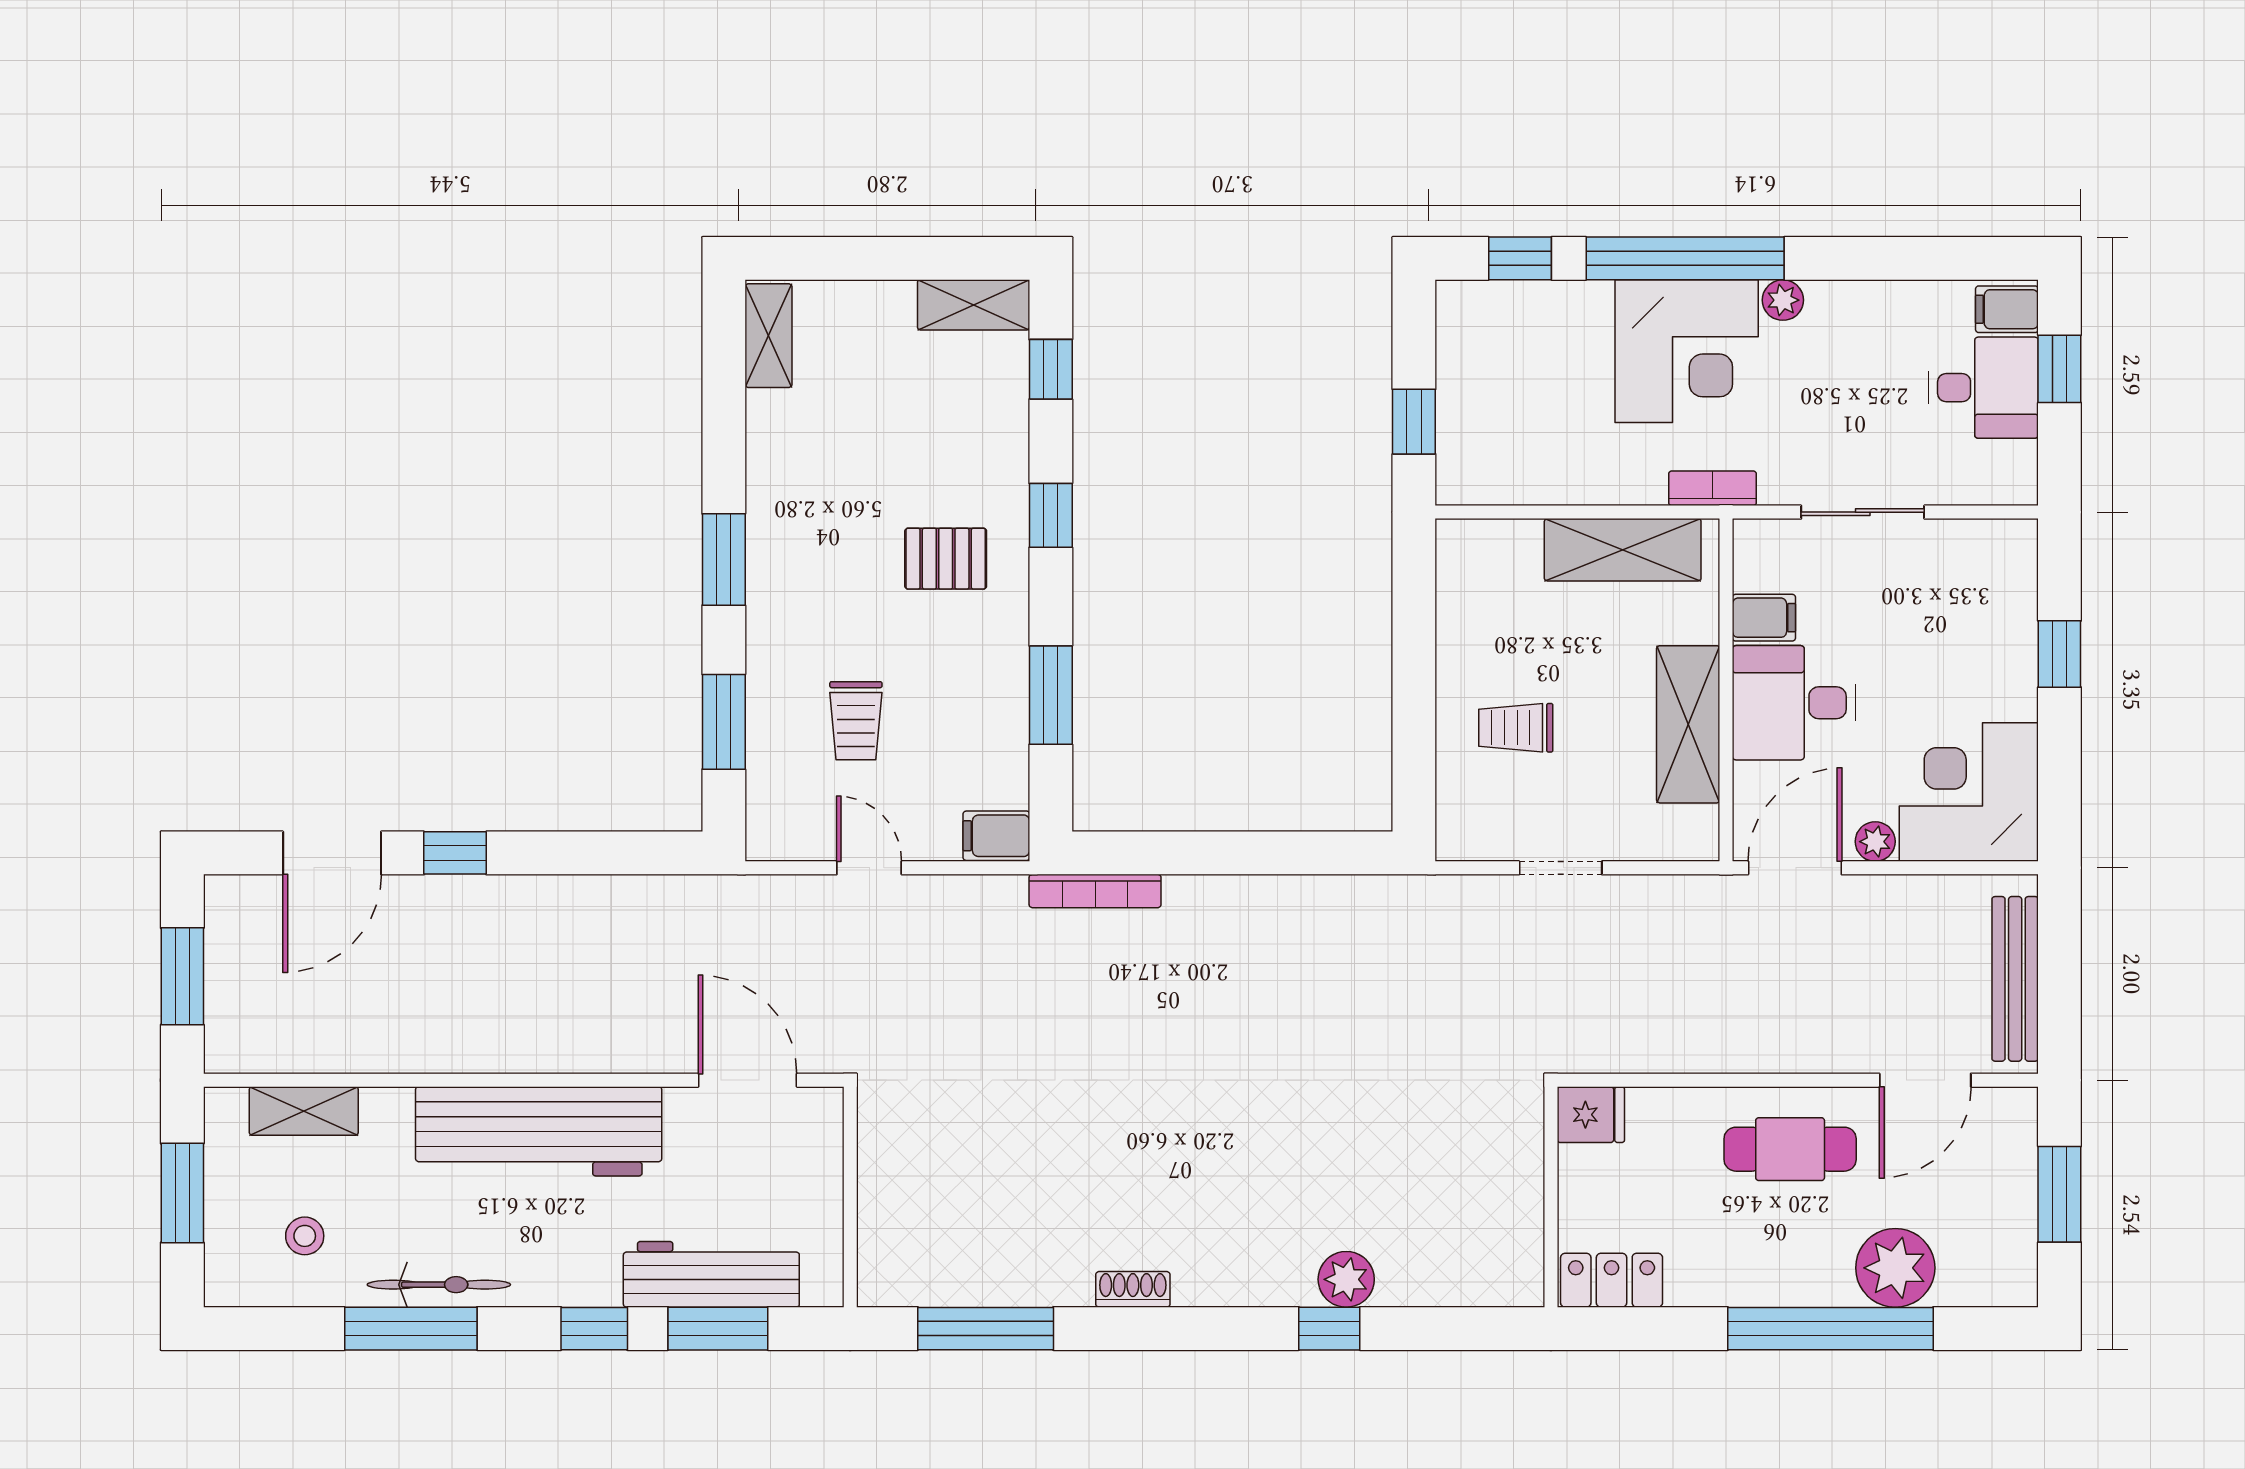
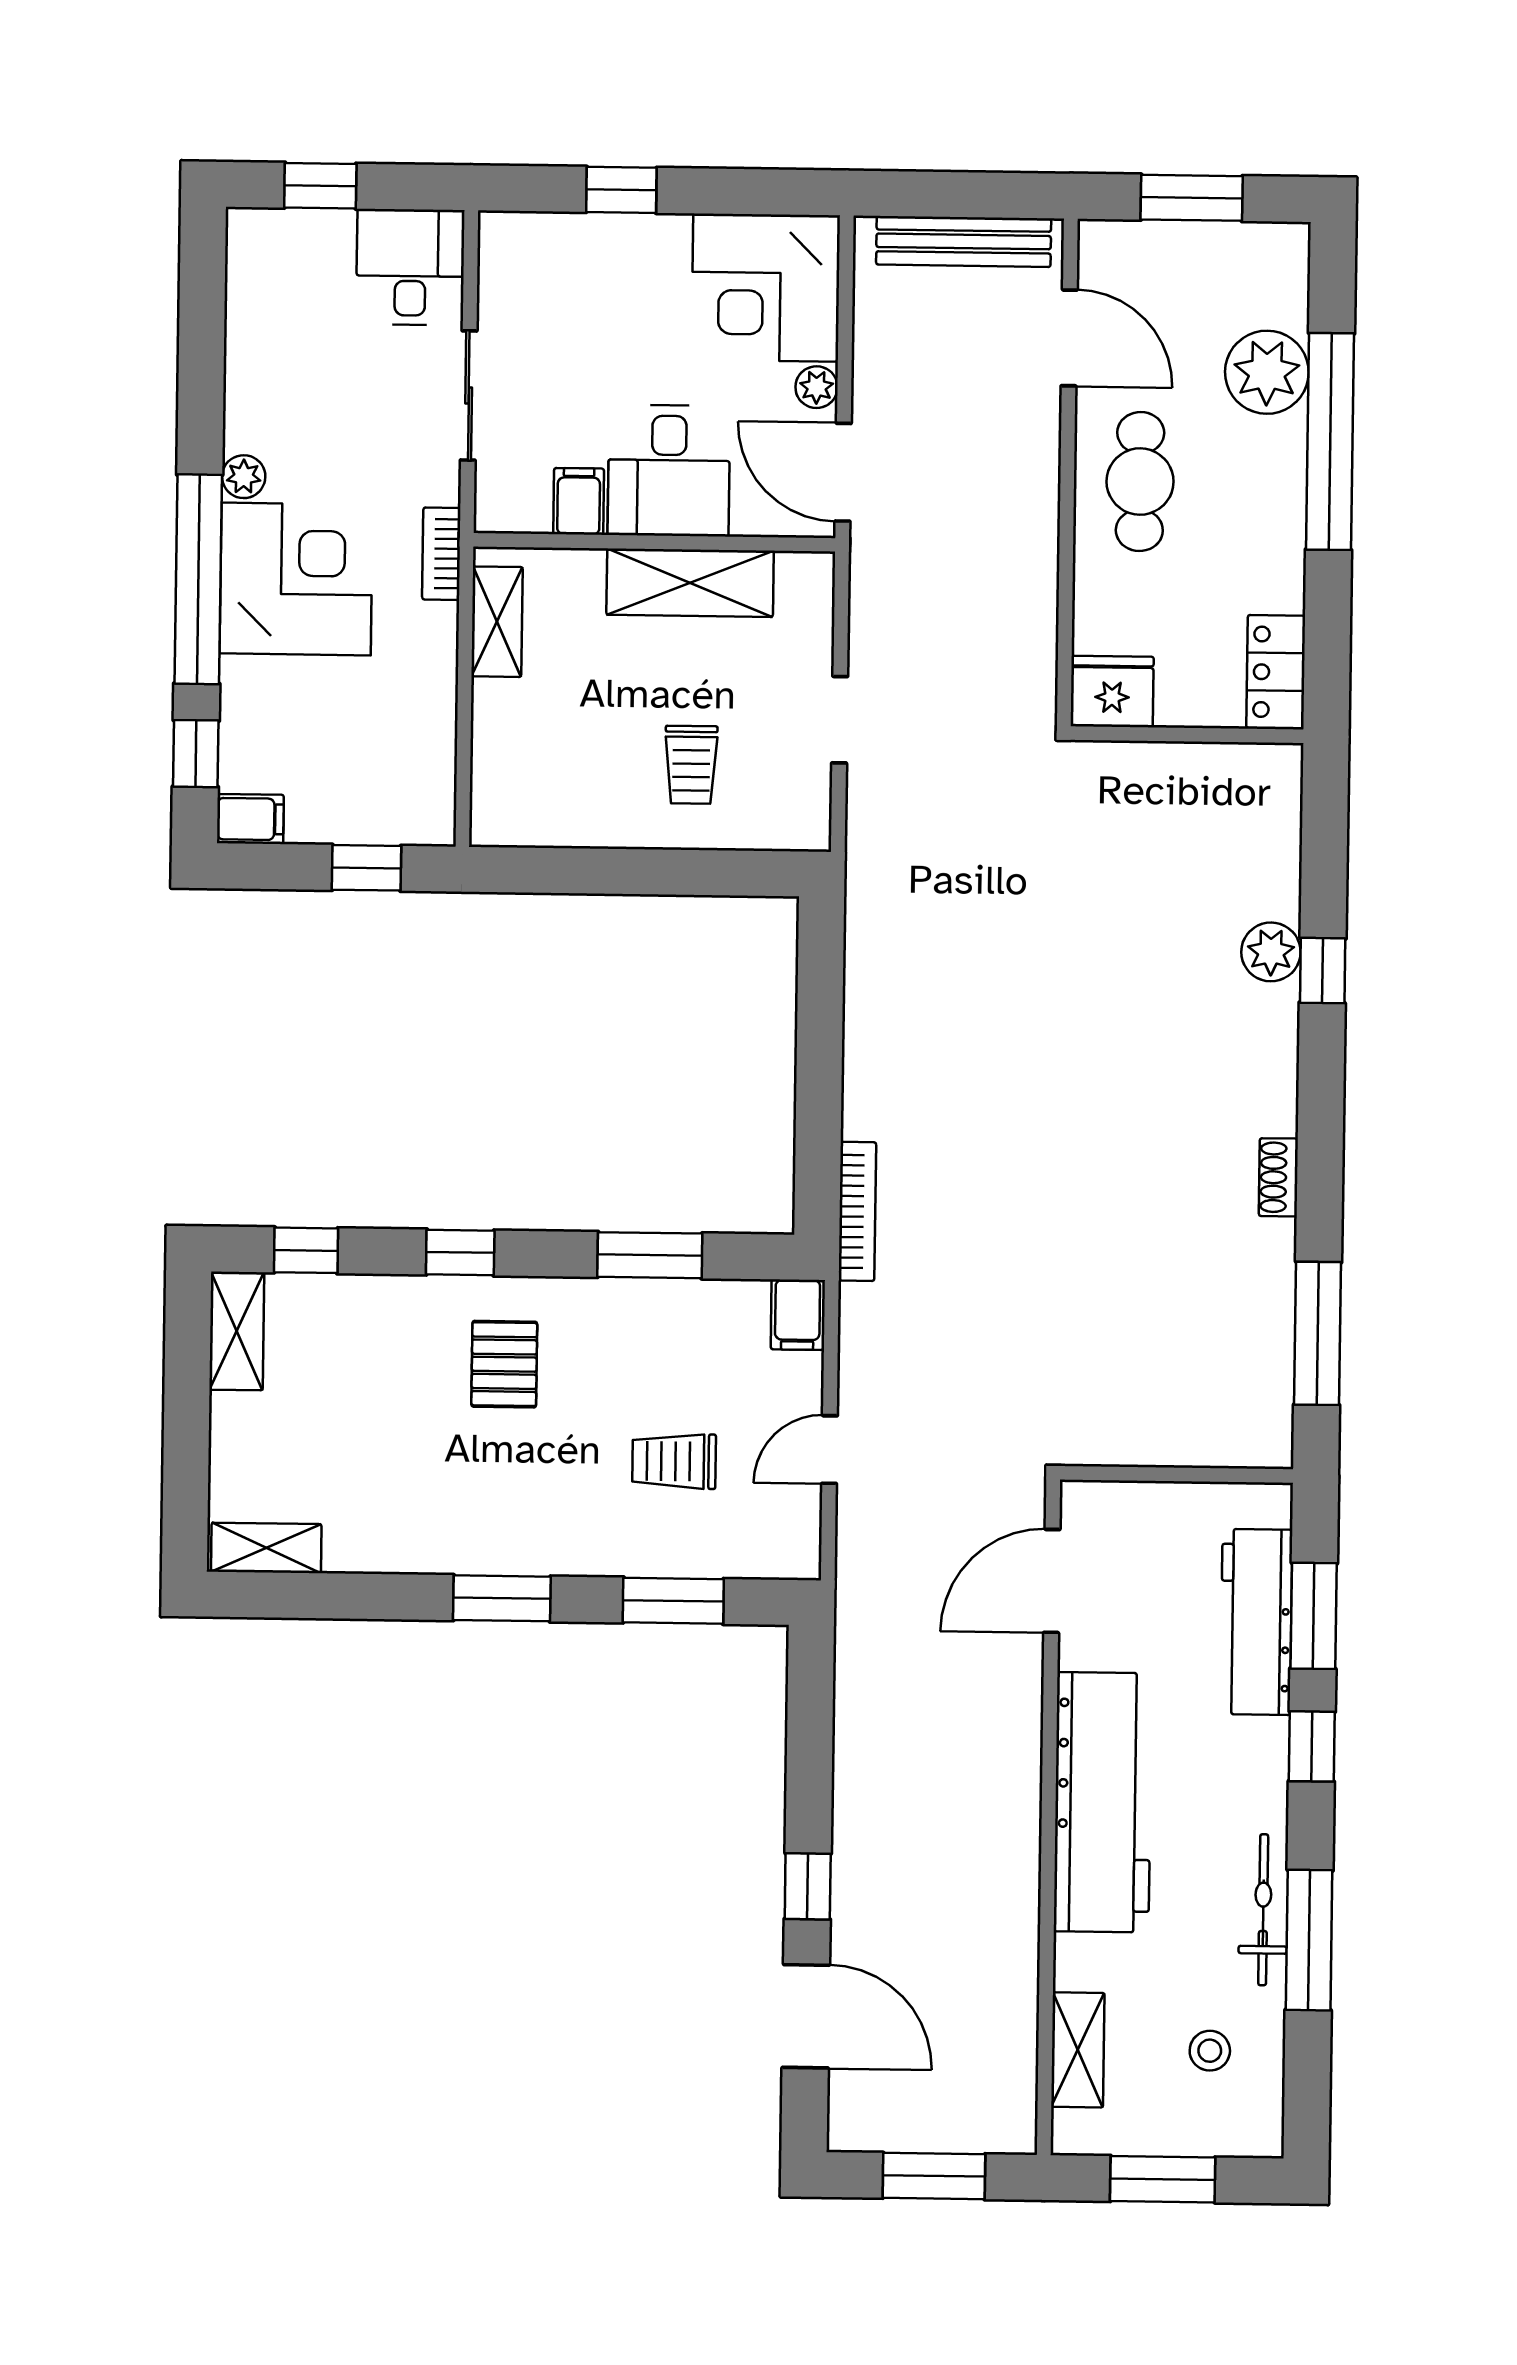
filing cabinet: (2007, 309) -> (250, 819), moved, turned -90
desk: (1984, 388) -> (410, 267), moved
shelving: (1623, 550) -> (497, 622), width x0.67, depth x0.75
trolley: (856, 721) -> (674, 1461), turned 180
fridge: (1591, 1115) -> (1112, 692), width x1.38

